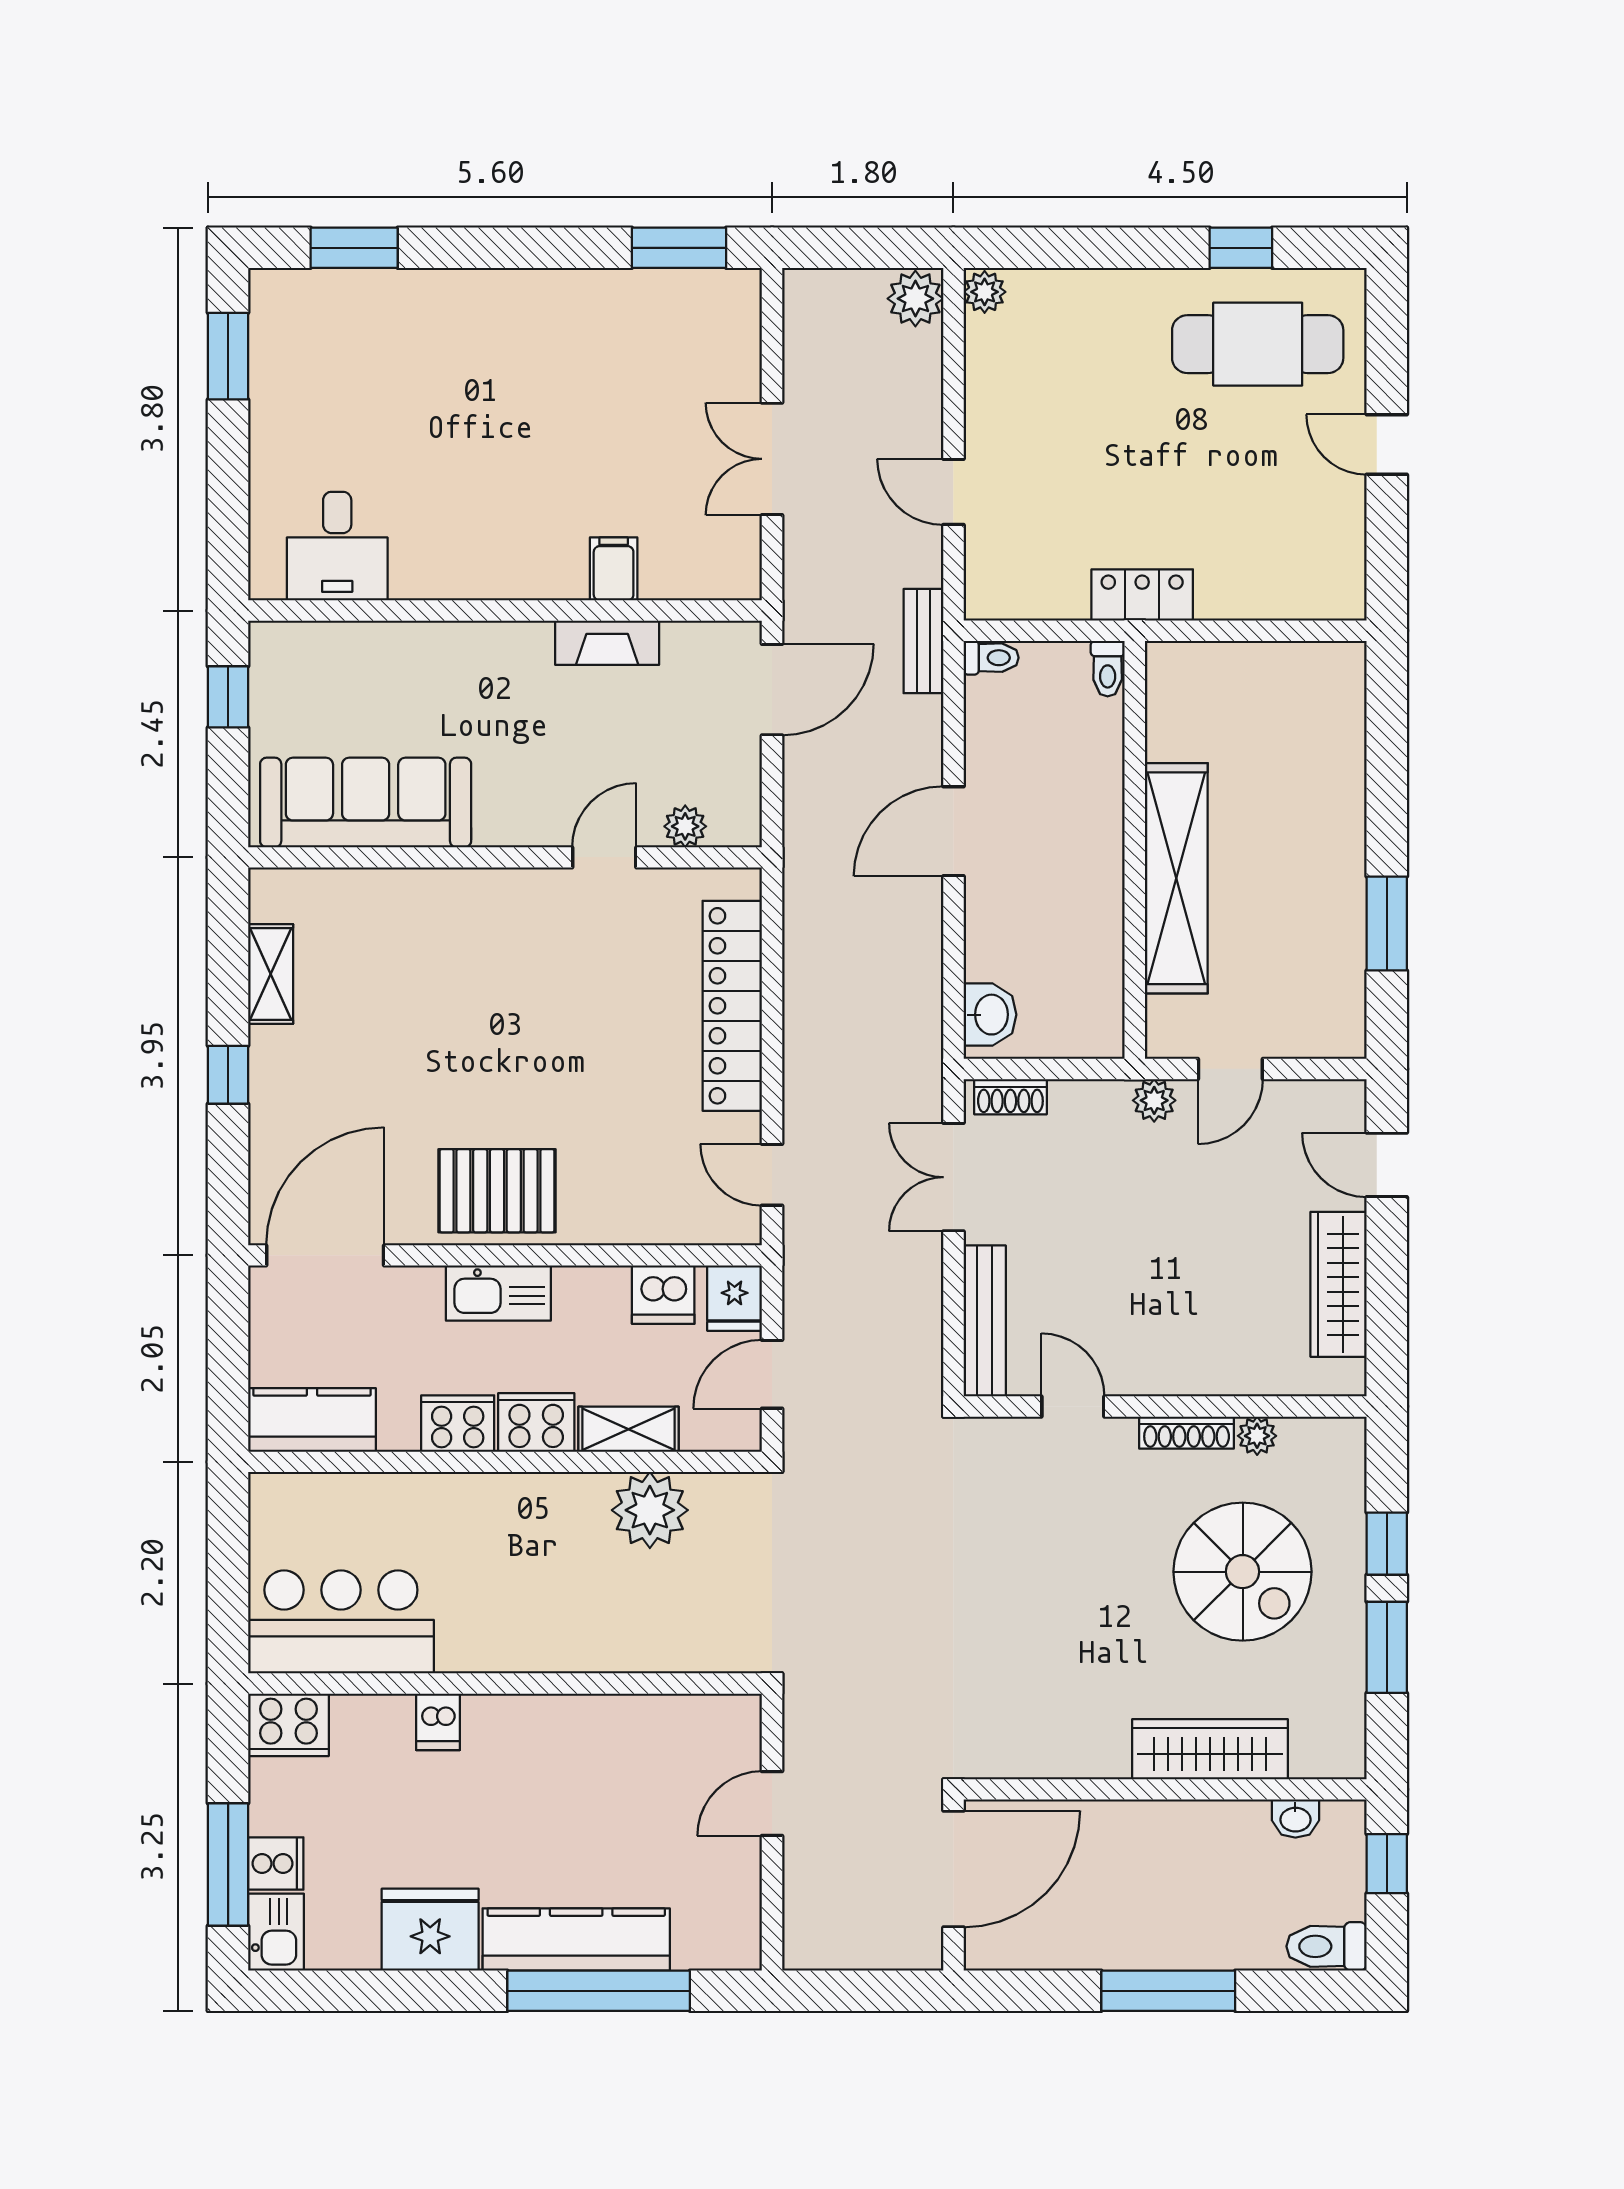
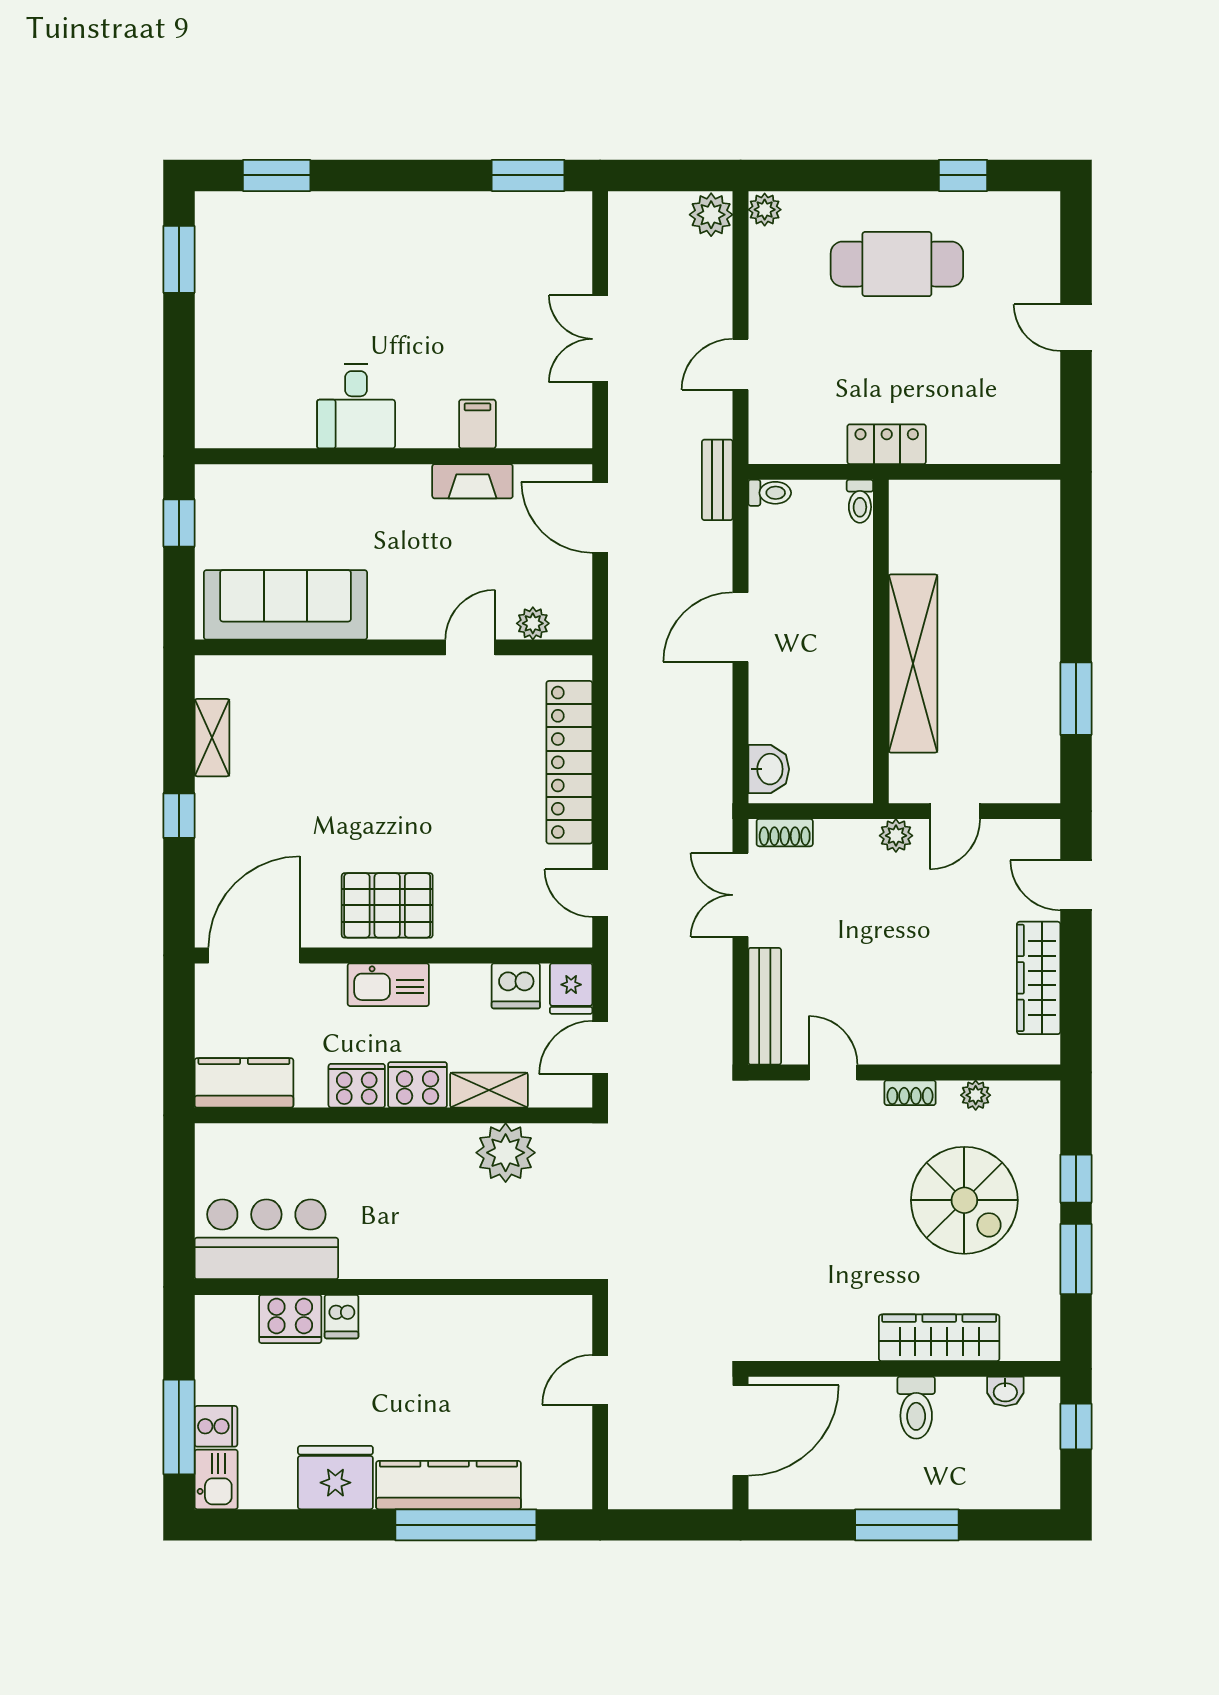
cafe table: (1258, 344) -> (897, 264), moved
door: (953, 492) -> (741, 364), hinge flipped
desk: (337, 546) -> (356, 406), moved
door: (772, 690) -> (600, 517), swing flipped
shoe rack: (1187, 1433) -> (910, 1093), width x0.70
cooker: (288, 1725) -> (290, 1319), moved
toilet: (1326, 1946) -> (916, 1408), moved, turned -90

